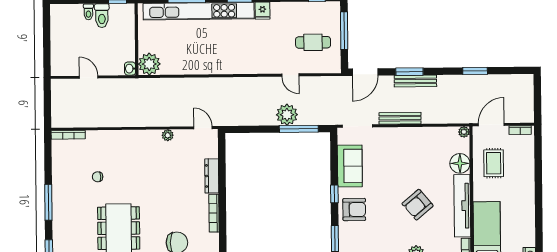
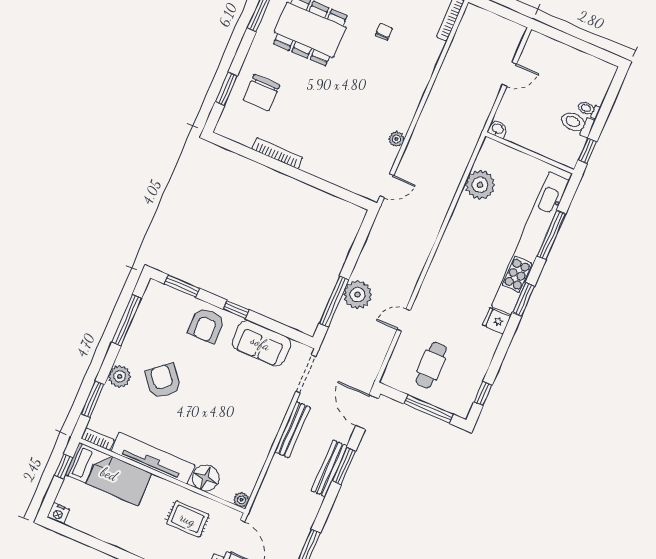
plant: (149, 64) -> (480, 185), moved
dresser: (212, 176) -> (324, 170), removed
armchair: (418, 205) -> (163, 381), moved

